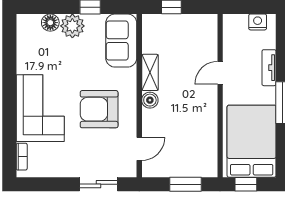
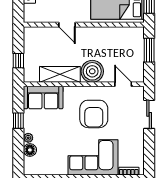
plant: (72, 26) -> (28, 138), width x0.53, depth x0.53
shelving: (150, 72) -> (60, 74), width x1.50, depth x1.33
boiler: (150, 100) -> (92, 71), width x1.86, depth x1.86

